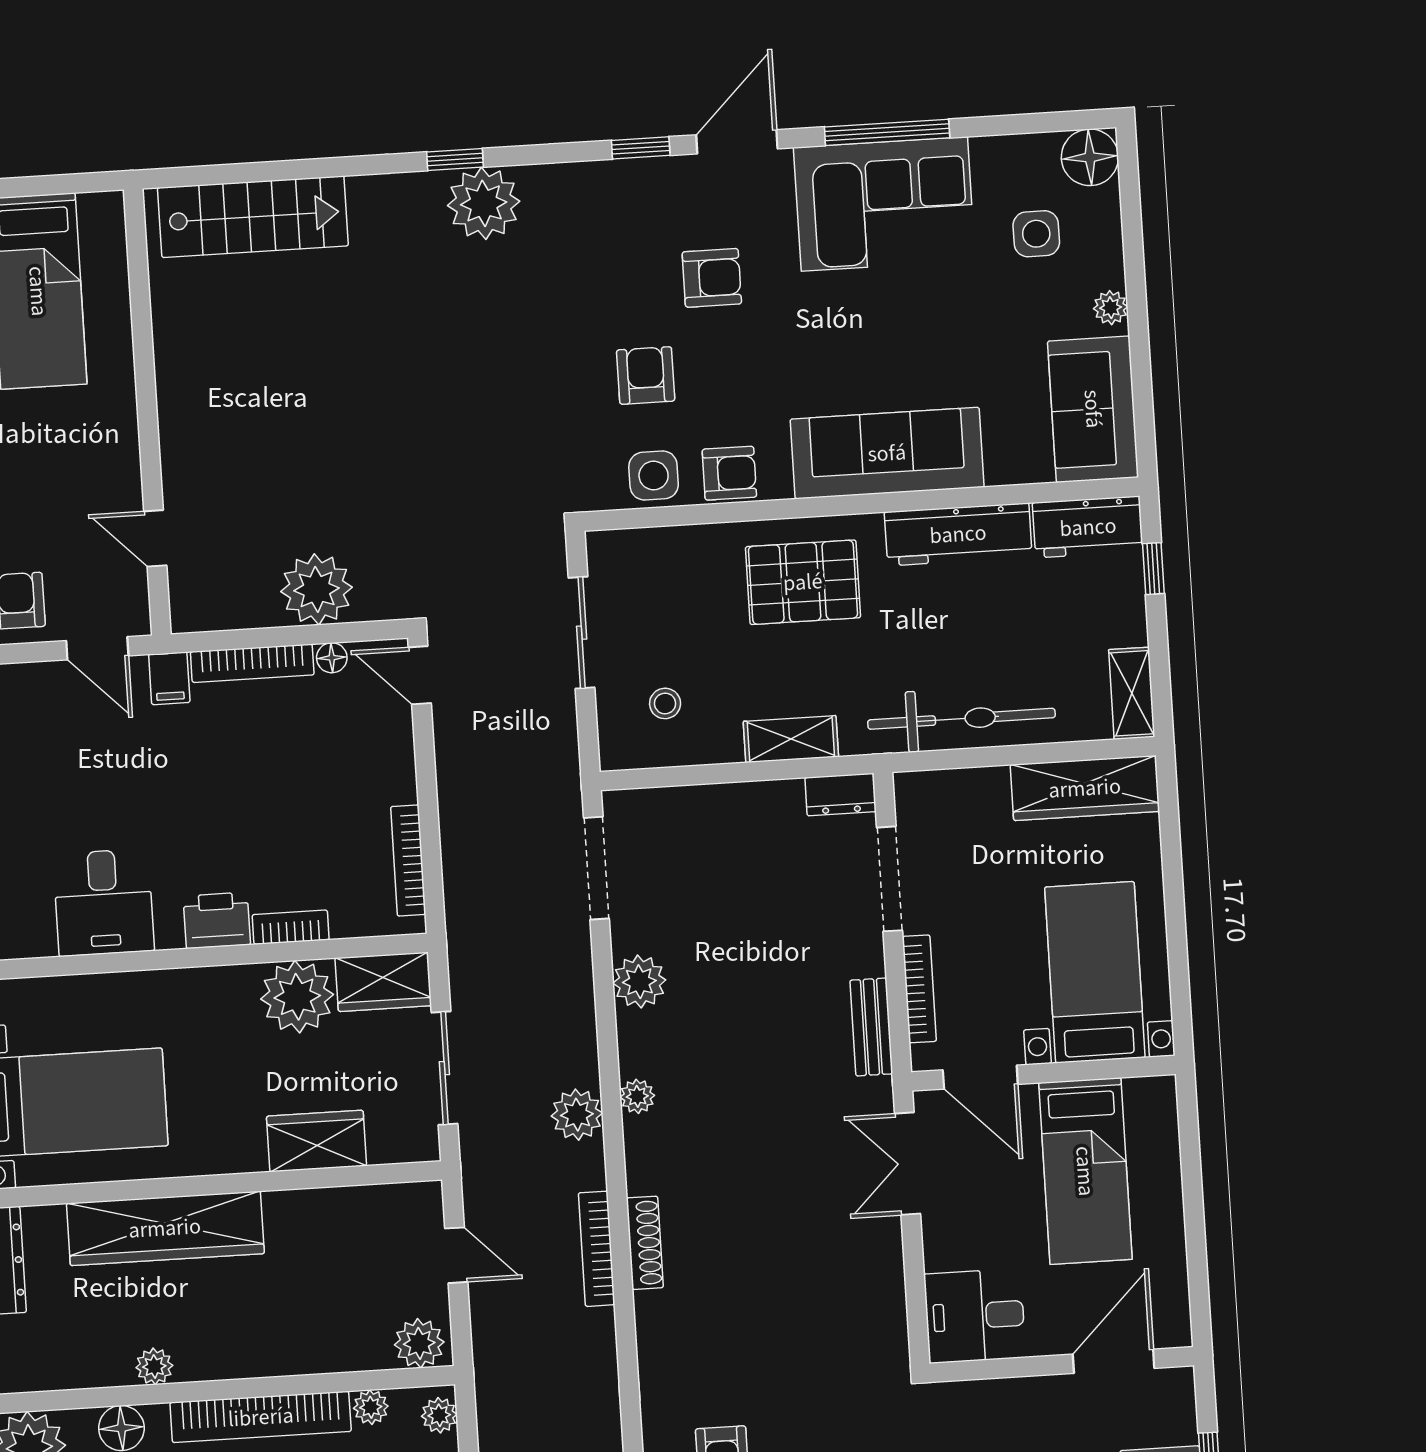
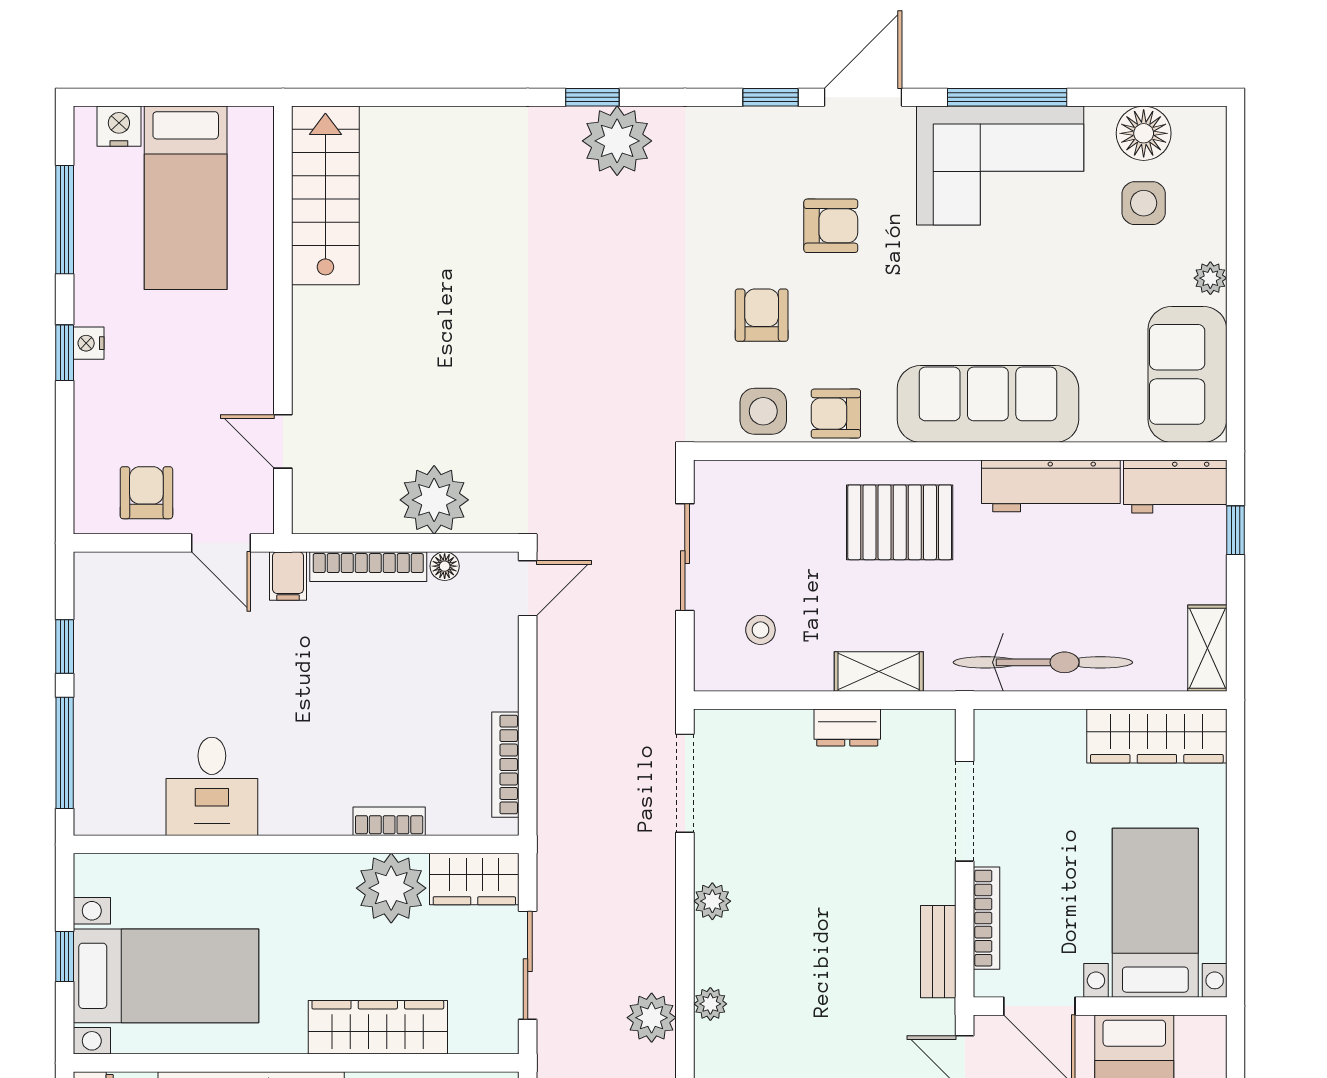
floor lamp: (1090, 157) -> (1144, 133), moved
stairs: (253, 217) -> (325, 195), moved, turned -90
armchair: (729, 473) -> (836, 414), turned 180
door: (420, 675) -> (528, 588), swing flipped
dresser: (841, 795) -> (847, 728), moved
printer: (217, 920) -> (319, 810), removed
plant: (639, 982) -> (712, 901), width x0.73, depth x0.73
wardrobe: (317, 1141) -> (378, 1027), width x1.50

